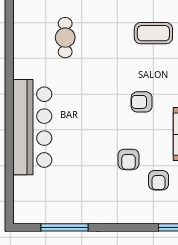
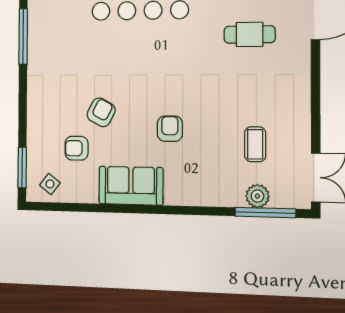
coffee table: (153, 33) -> (255, 144), width x0.73, depth x0.77
armchair: (128, 159) -> (101, 112), turned 118

